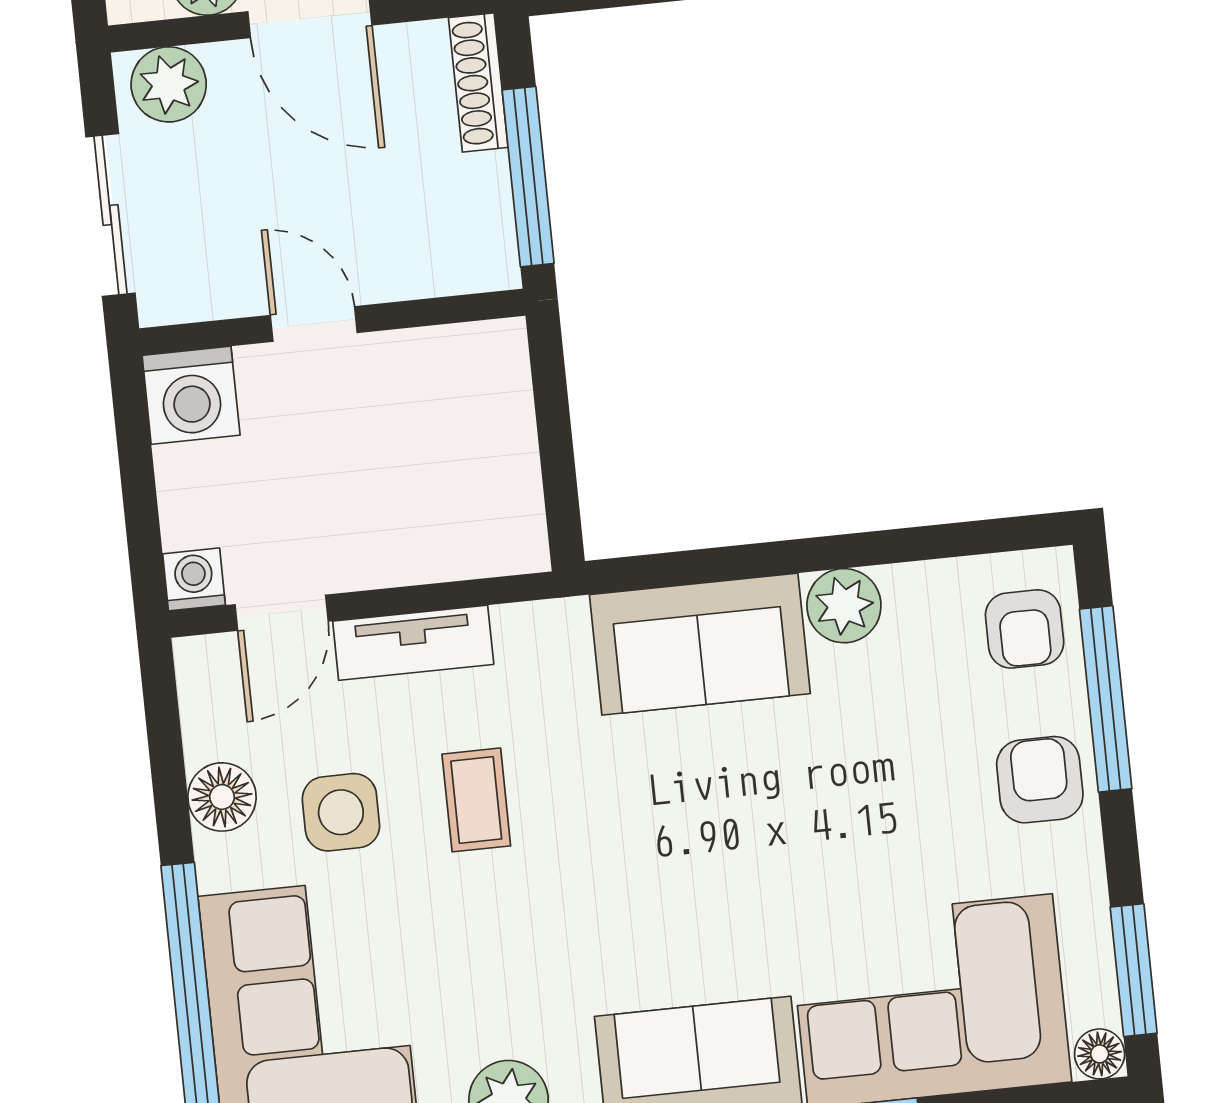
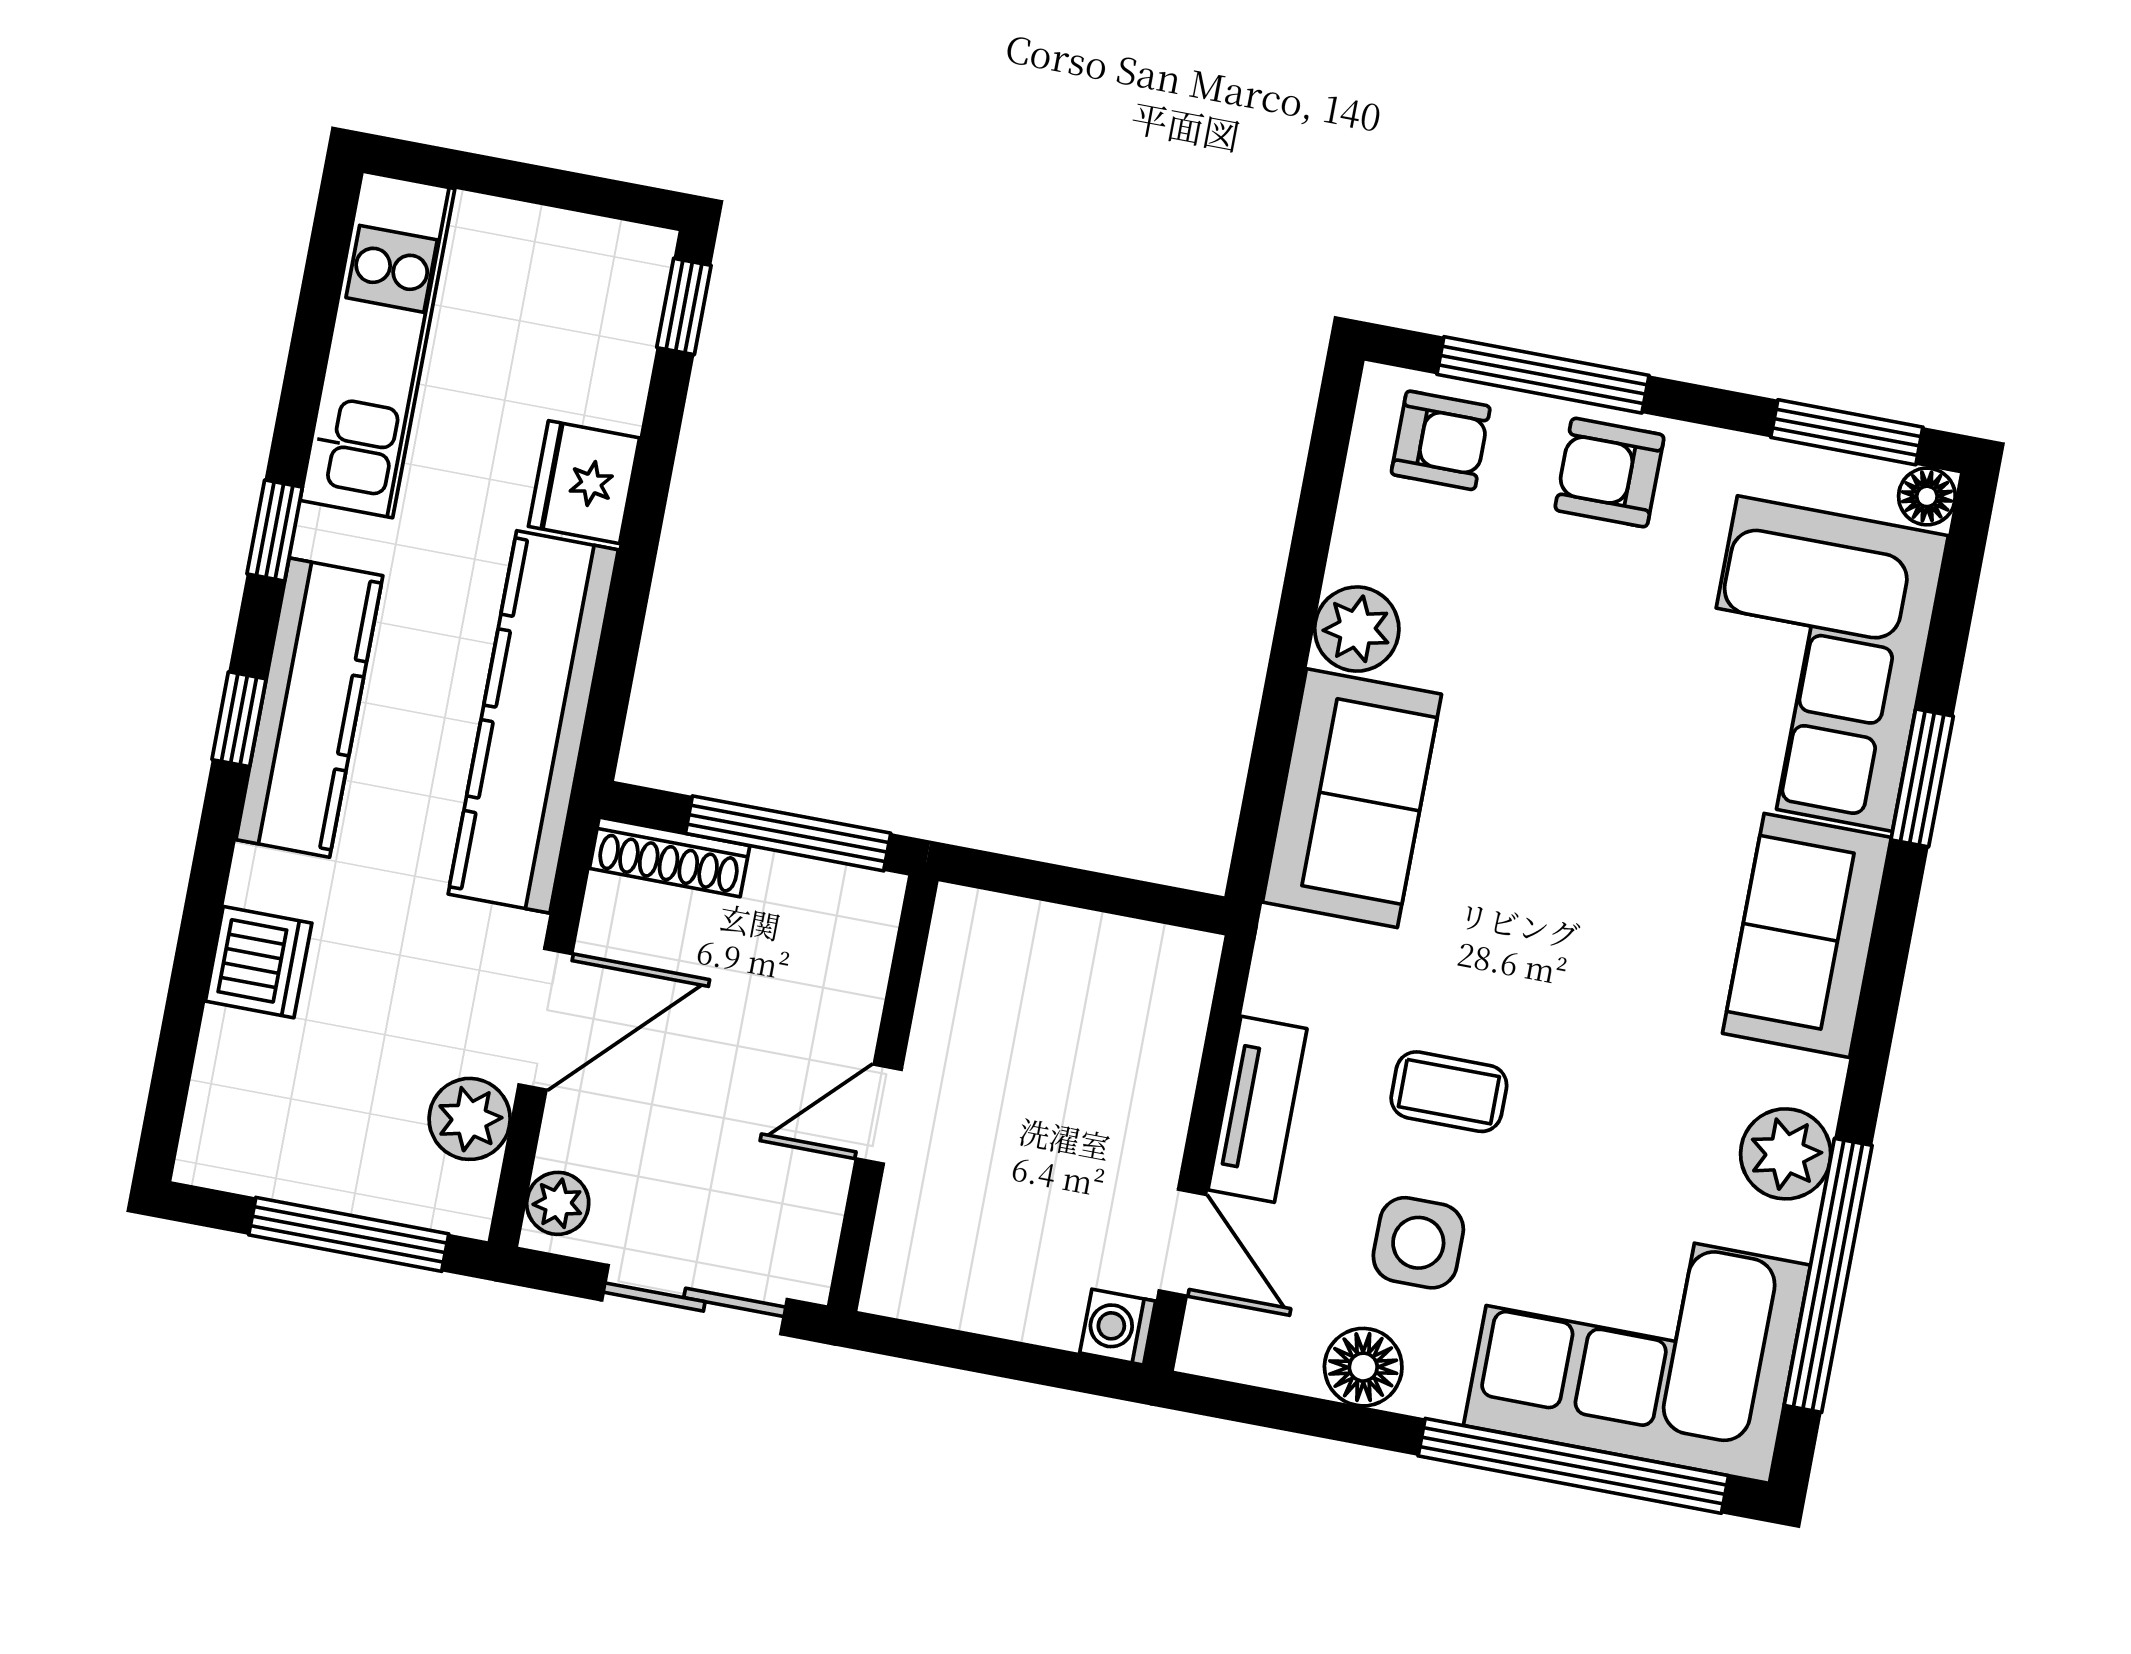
plant: (169, 84) -> (558, 1203), width x0.73, depth x0.73
washing machine: (191, 395) -> (916, 1271), removed

